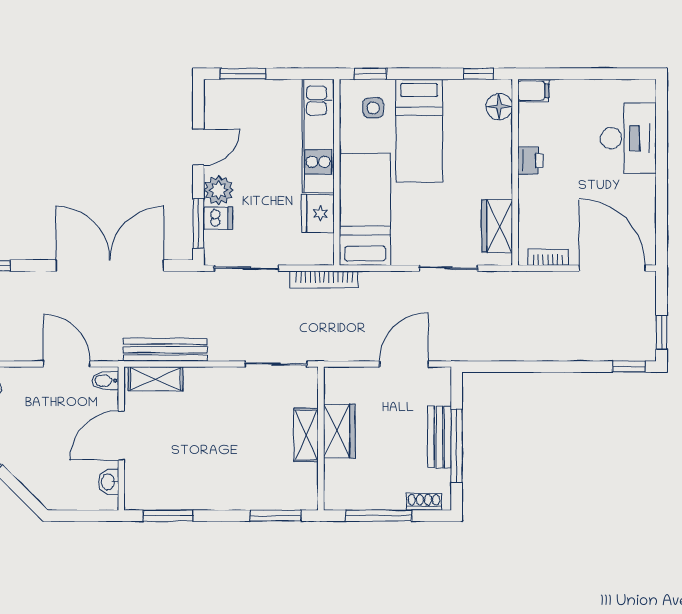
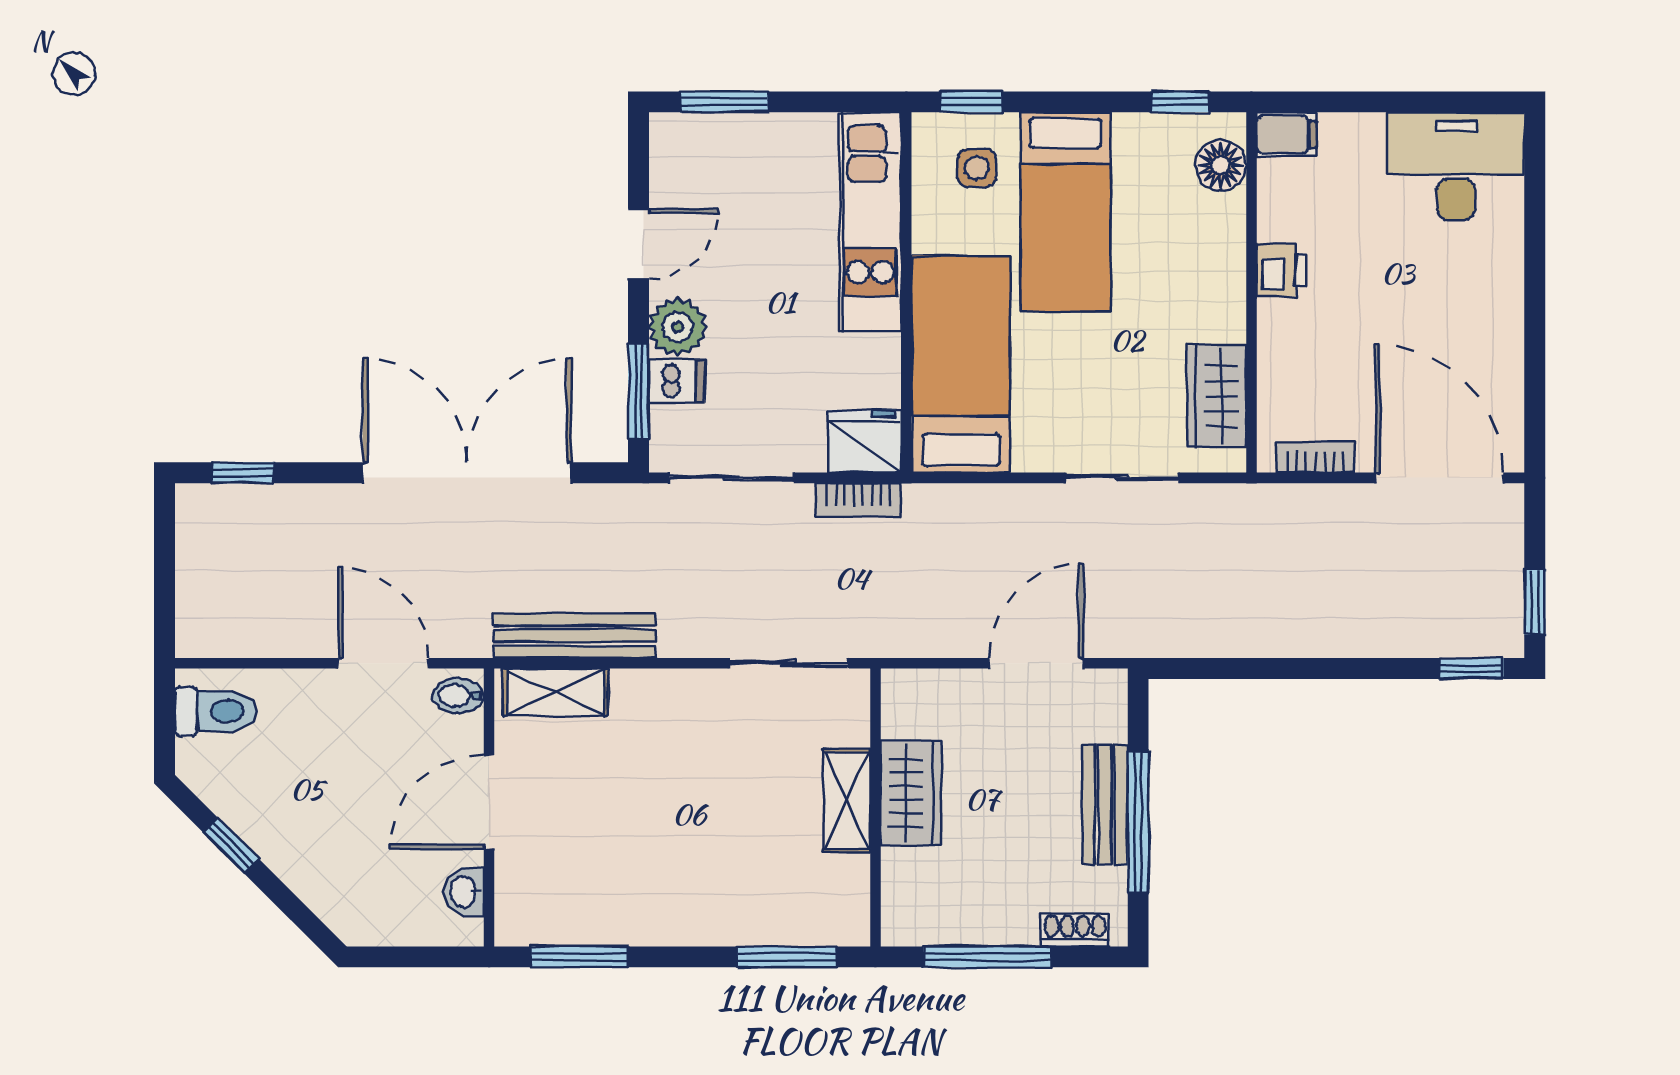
desk: (628, 138) -> (1456, 166), moved, turned -90
fridge: (318, 213) -> (865, 441), moved, turned 90
bookcase: (324, 279) -> (858, 500), width x0.64

